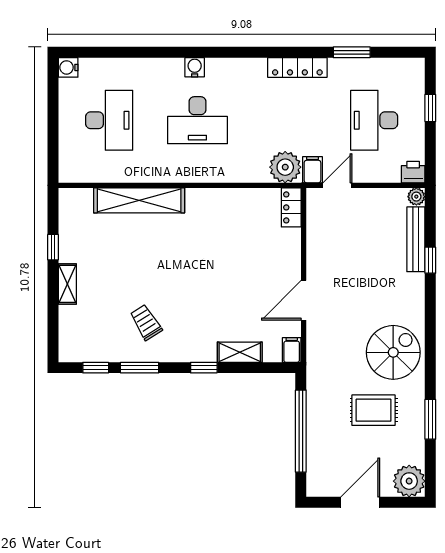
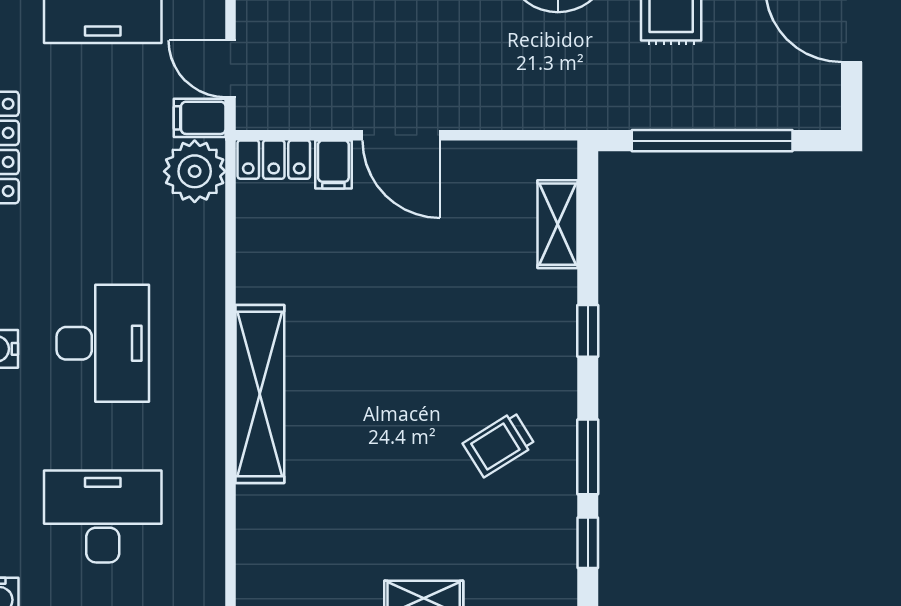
shelving: (139, 200) -> (260, 394), moved
door: (304, 300) -> (401, 135), moved
filing cabinet: (292, 350) -> (333, 164), moved, turned -90
shelving: (240, 352) -> (557, 224), moved

